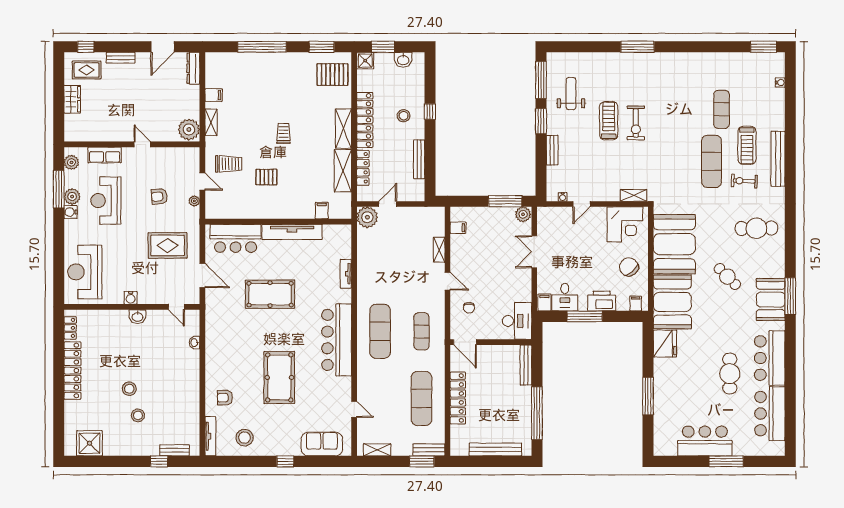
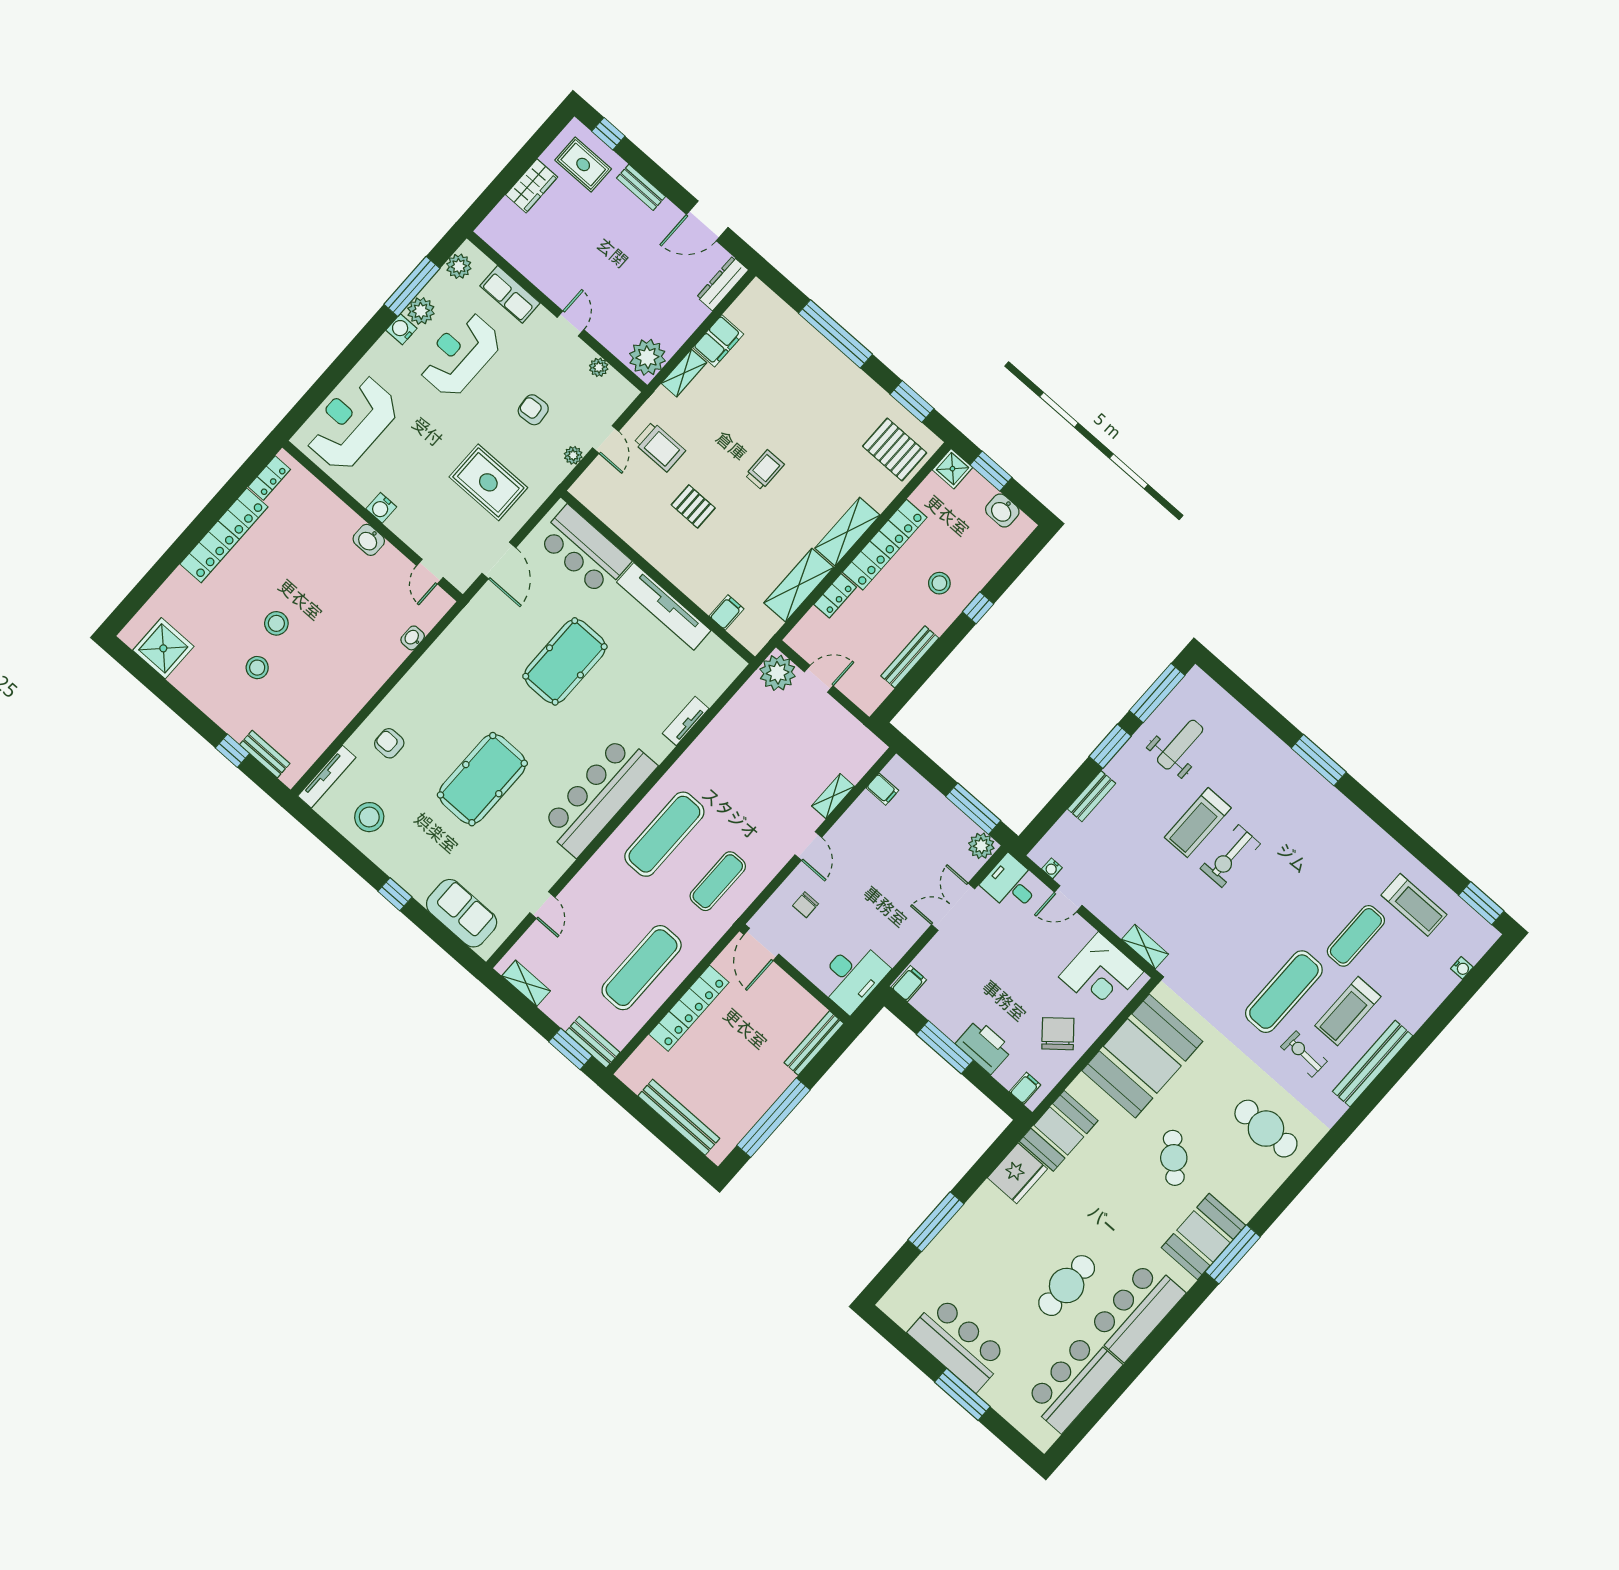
treadmill: (735, 73) -> (1414, 905), added
filing cabinet: (214, 95) -> (718, 341), width x2.00
treadmill: (609, 121) -> (1198, 823), turned 180
plant: (171, 153) -> (599, 367), added
locker: (363, 168) -> (835, 596), width x0.66
pool table: (270, 294) -> (565, 661), turned 90
desk: (565, 297) -> (1011, 884), moved, turned 90
booth: (672, 302) -> (1059, 1131), width x0.73, depth x0.70

